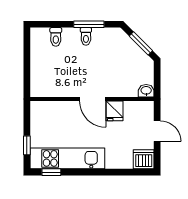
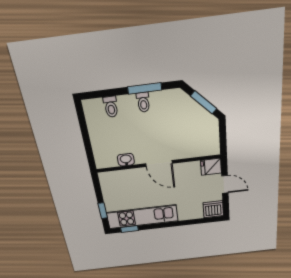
washbasin: (146, 91) -> (126, 160), moved
fridge: (115, 111) -> (211, 167), moved, turned 90

